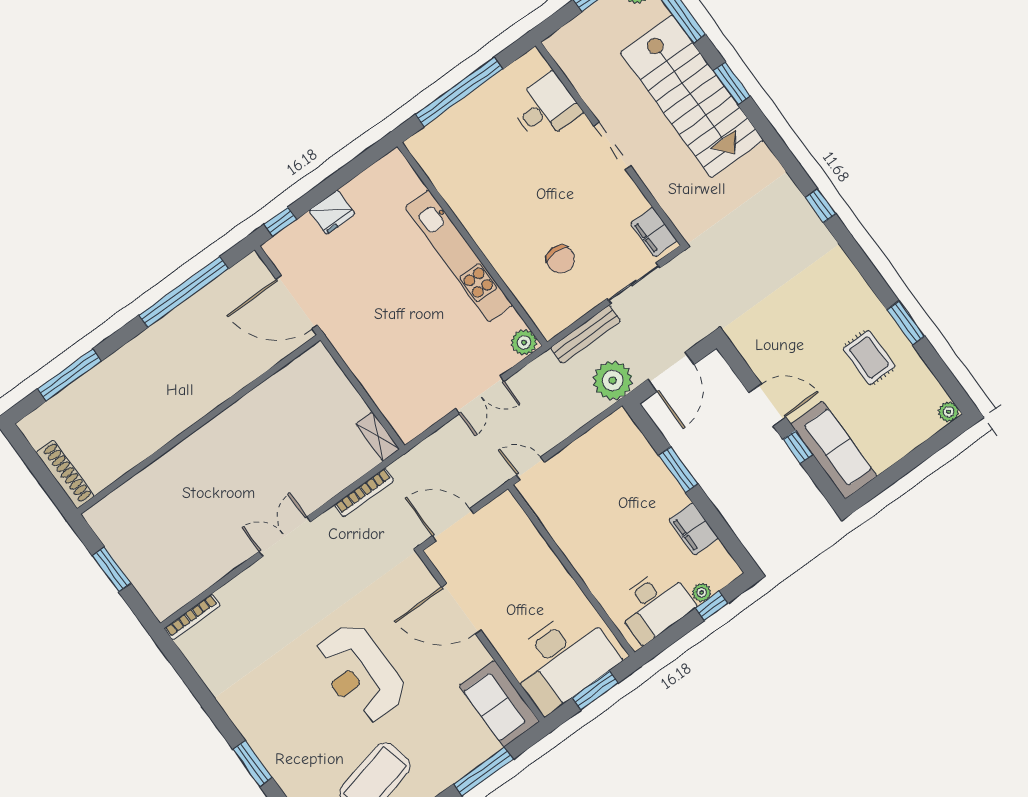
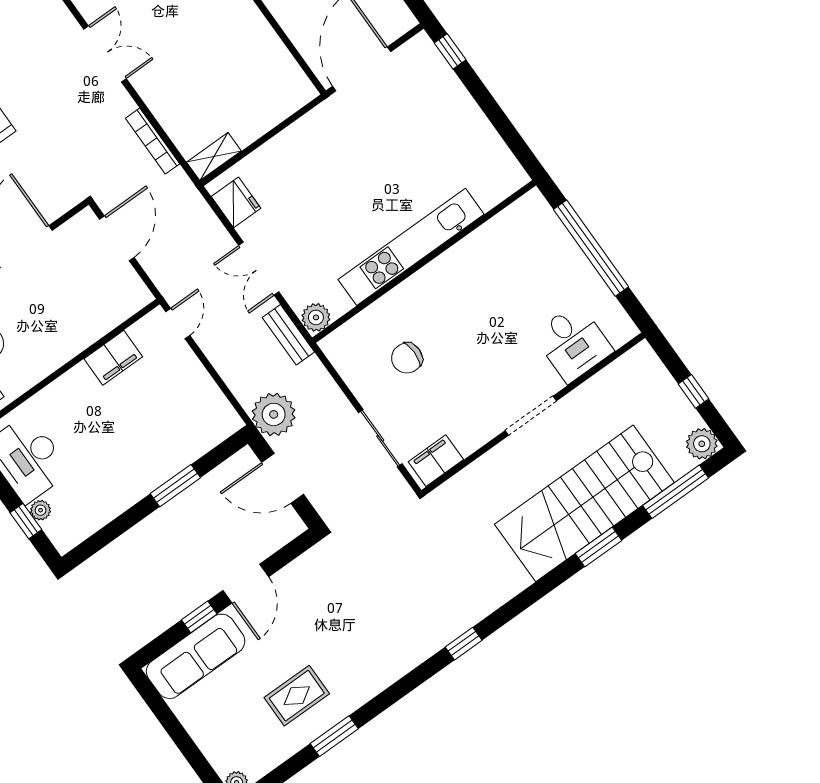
fridge: (332, 212) -> (236, 202), moved, turned 180
bench: (586, 334) -> (288, 335), moved, width x0.73
filing cabinet: (694, 529) -> (113, 358), moved, turned 180

